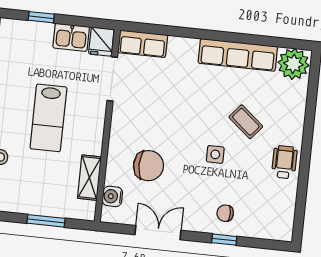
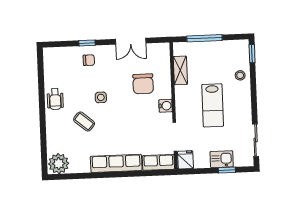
kitchen sink: (71, 37) -> (222, 159), moved
row of seats: (238, 55) -> (116, 163), moved
lab bench: (48, 118) -> (213, 105), turned 180
chair: (148, 166) -> (143, 84), turned -90
water cooler: (112, 196) -> (165, 106), moved
window: (46, 221) -> (204, 38), width x1.44

